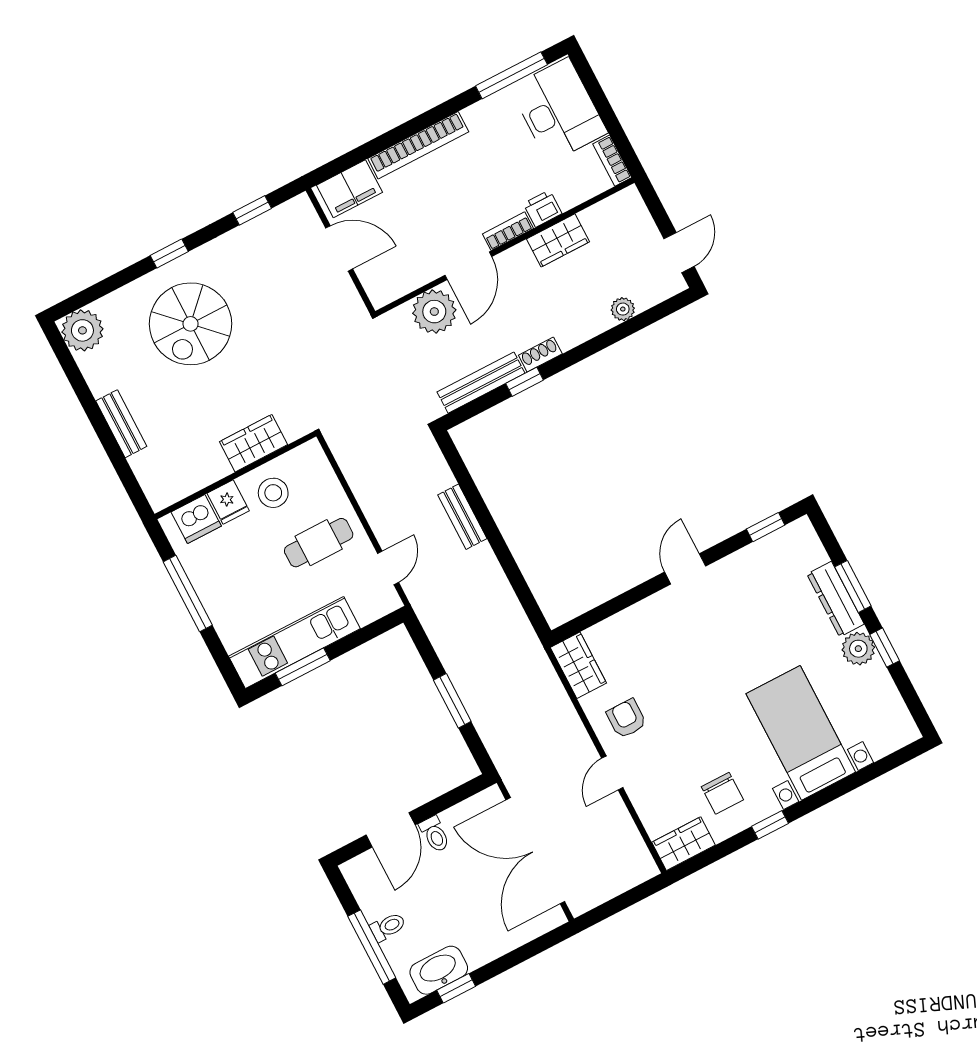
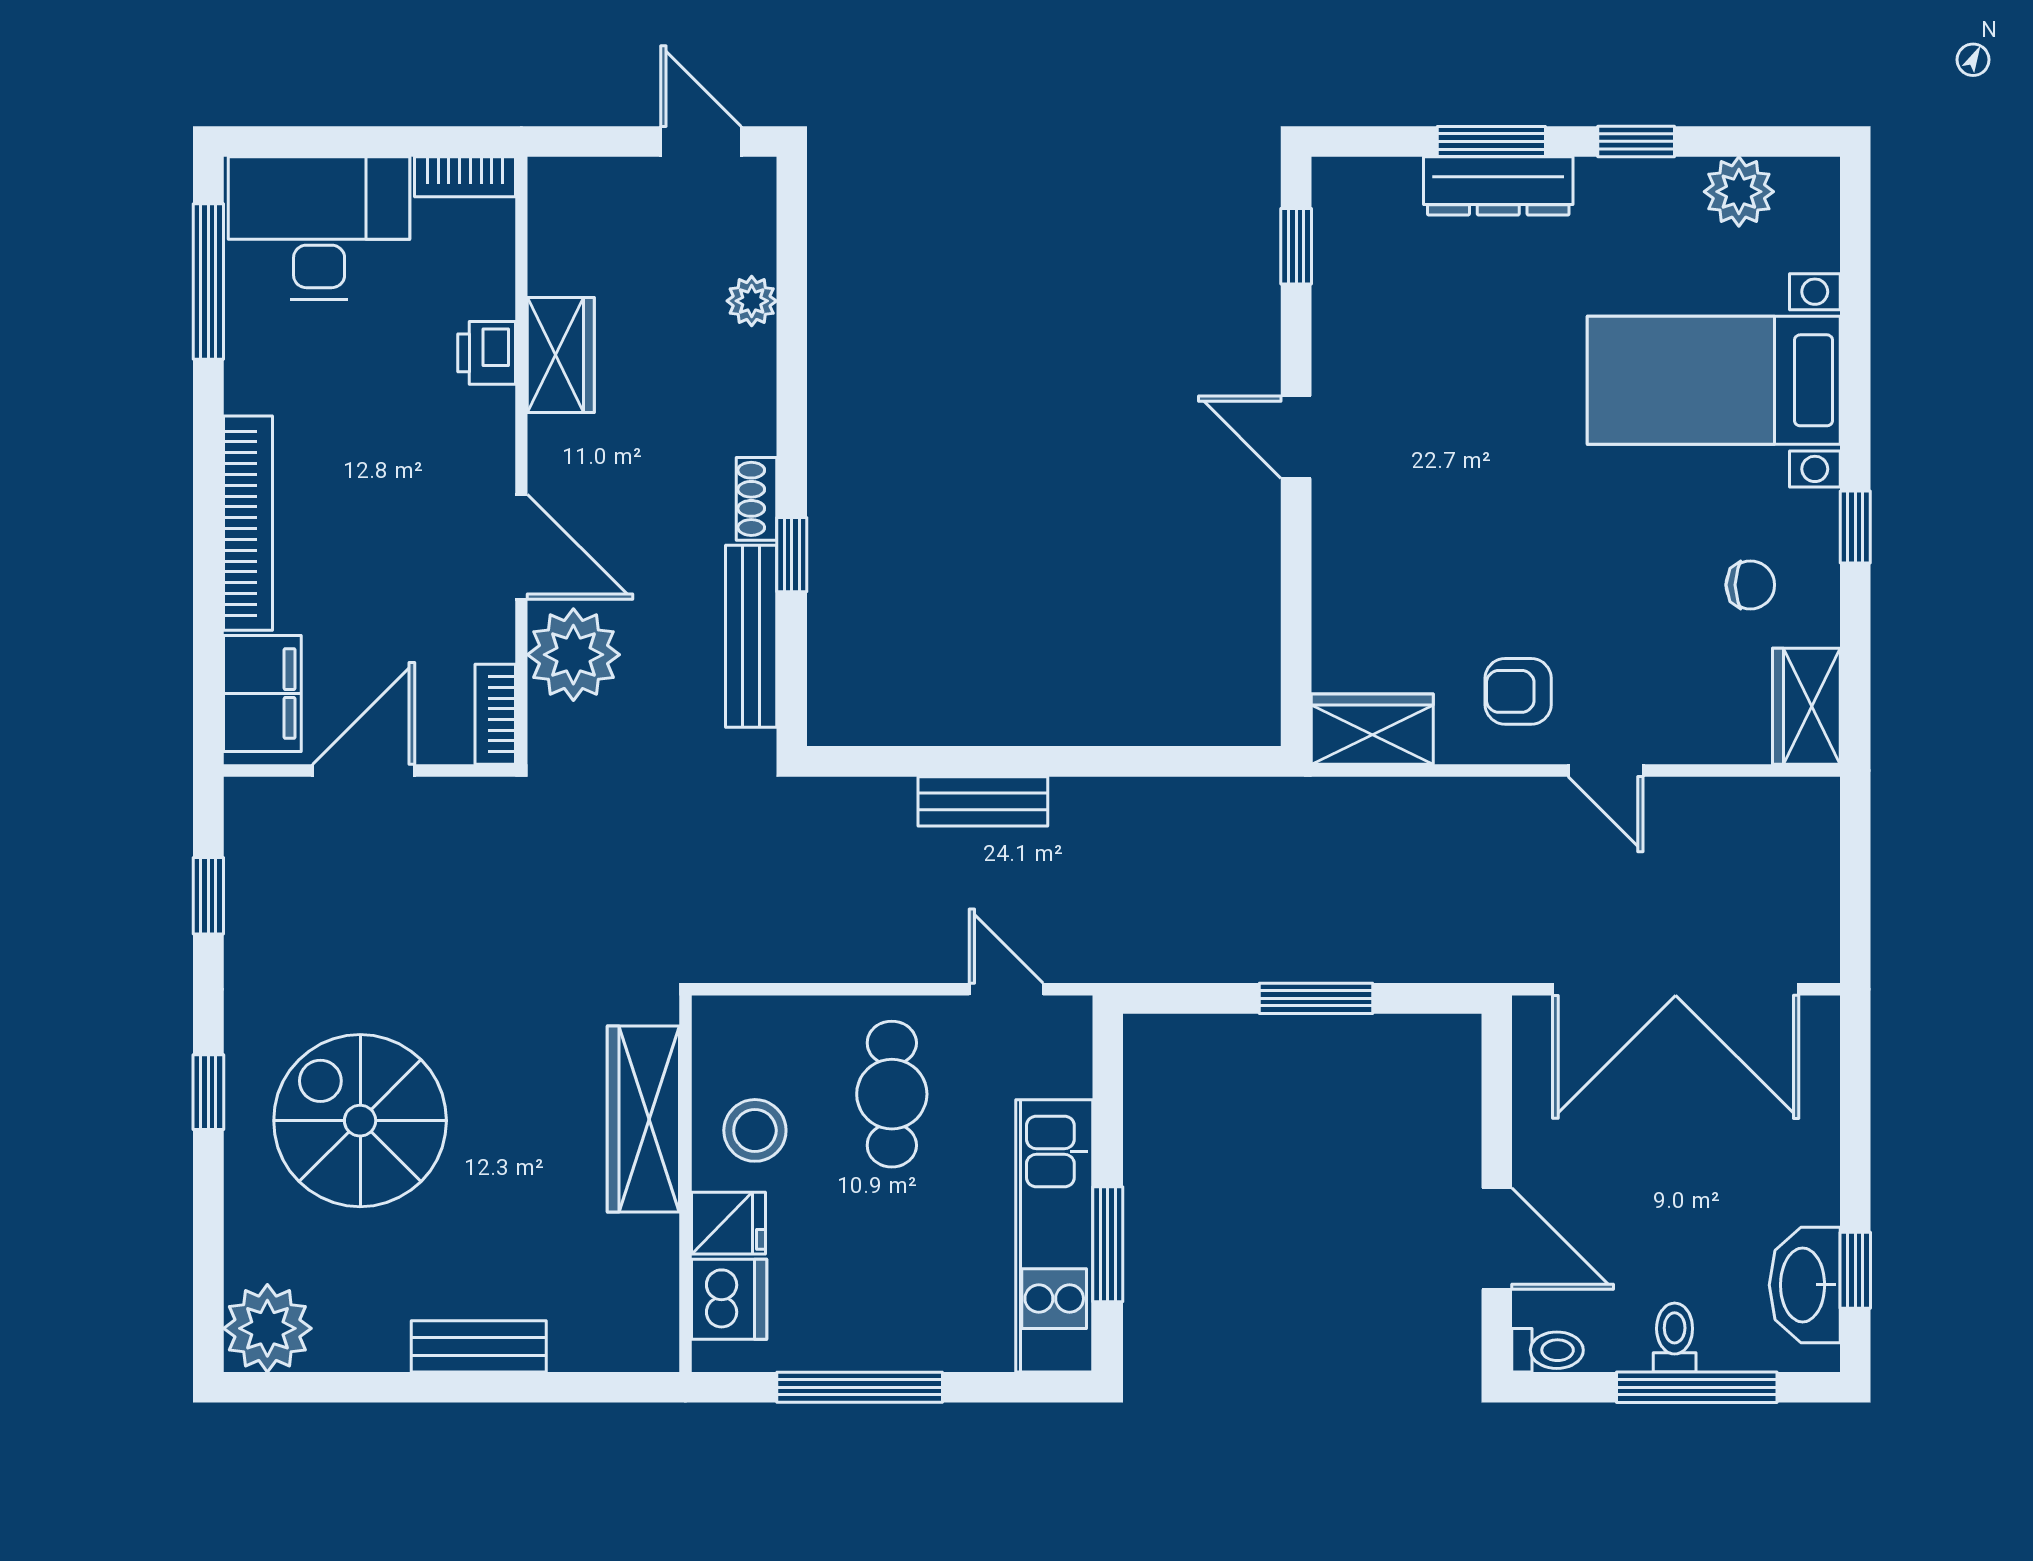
bookcase: (508, 231) -> (495, 714), moved
spiral stairs: (191, 324) -> (360, 1121), turned 180
wardrobe: (253, 443) -> (643, 1119), width x1.50
plant: (858, 649) -> (1739, 192), moved
chair: (722, 793) -> (1750, 585), width x0.73, depth x0.73
toilet: (435, 834) -> (1548, 1350), moved

